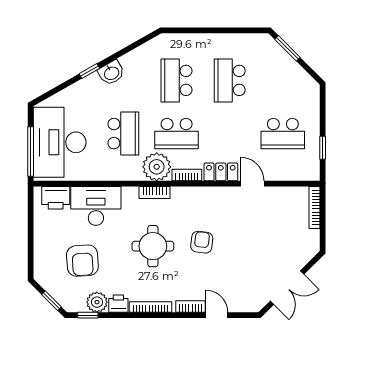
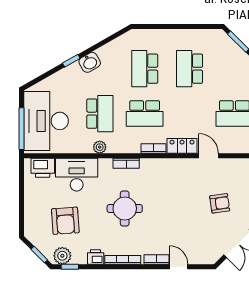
plant: (157, 167) -> (100, 147), moved, width x0.53, depth x0.53
armchair: (202, 242) -> (220, 203), moved, turned 75
plant: (97, 302) -> (62, 256), moved

